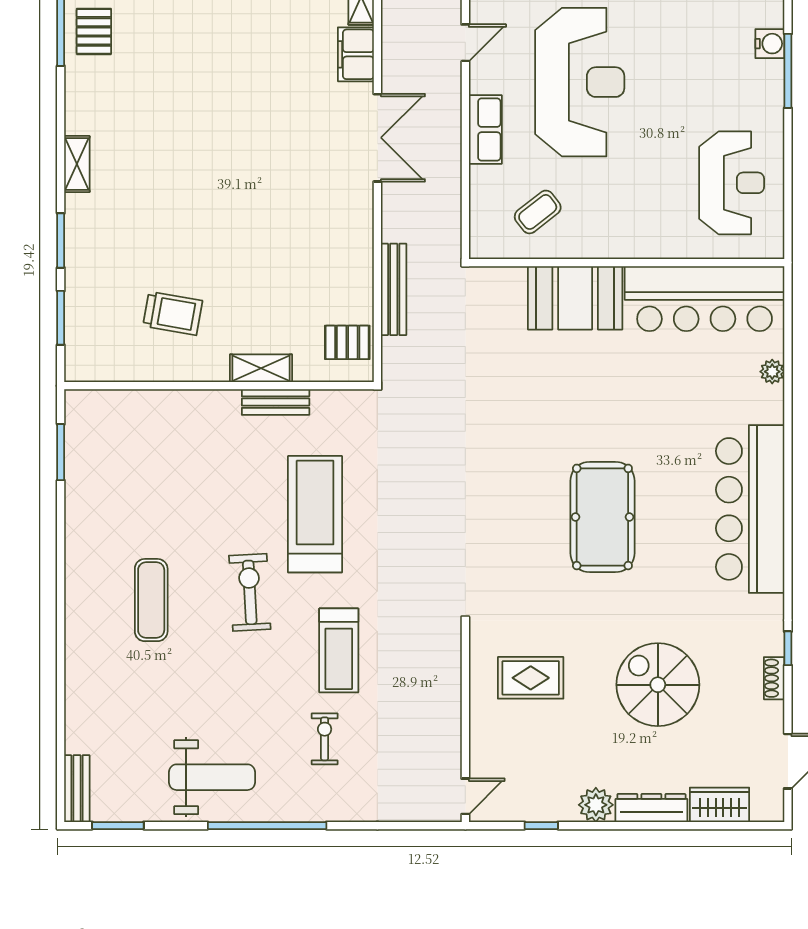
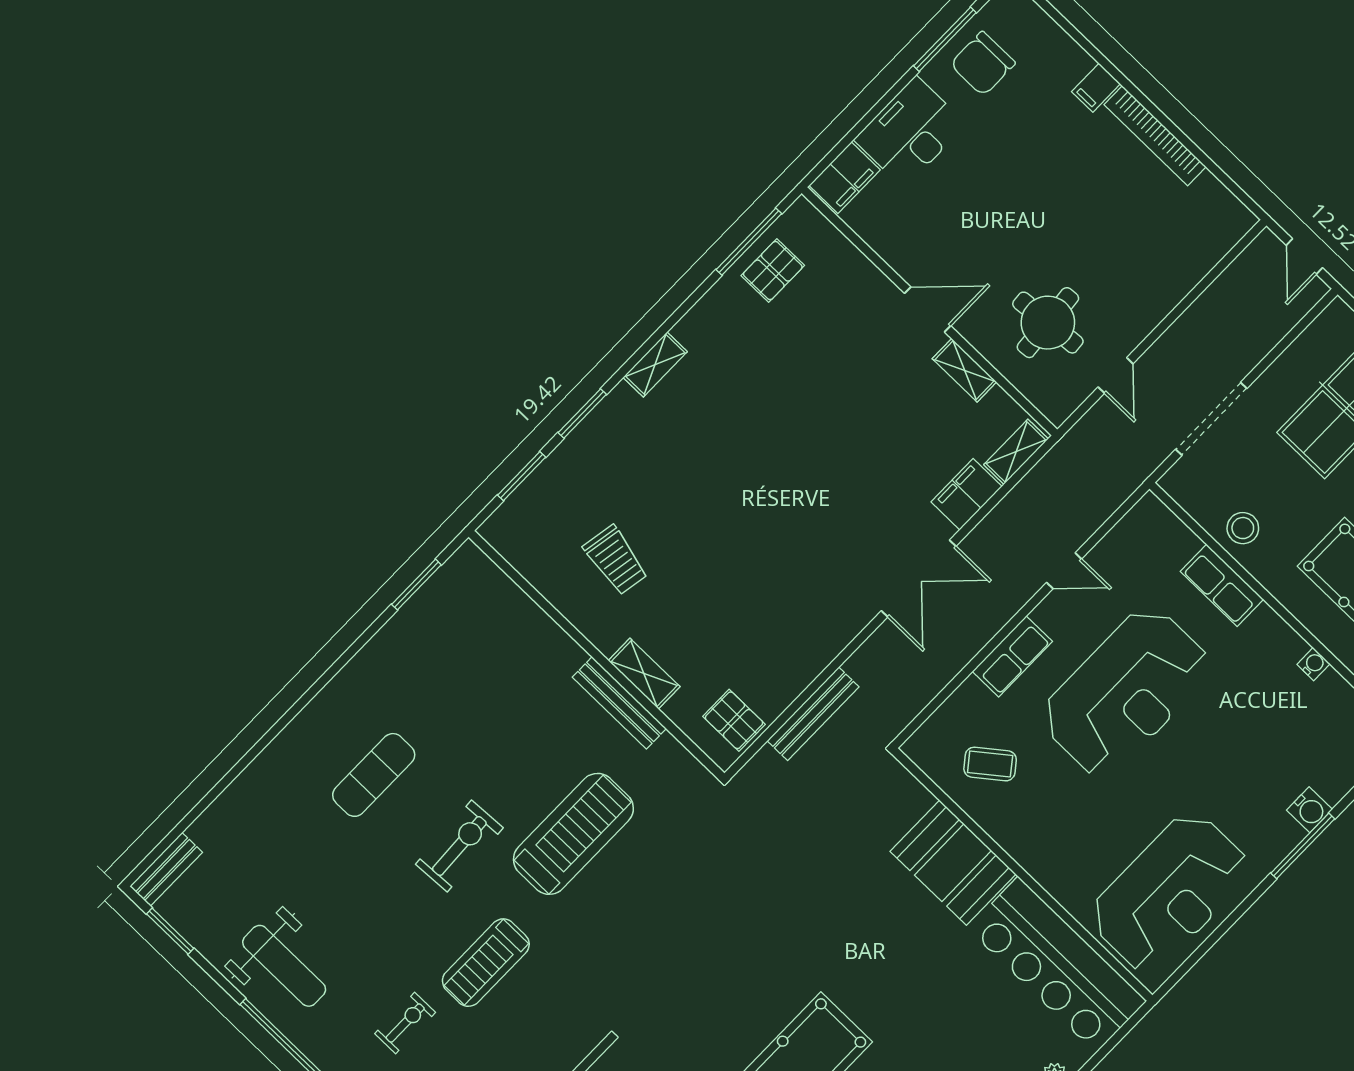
reception desk: (732, 183) -> (1170, 892), width x1.36, depth x1.30
bench: (276, 402) -> (619, 703), width x1.36

